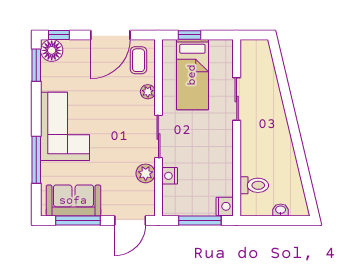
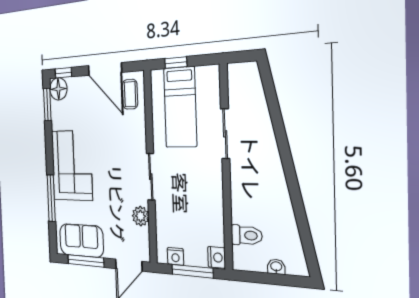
door: (110, 35) -> (105, 69), hinge flipped
plant: (148, 92) -> (139, 128), removed
nightstand: (170, 176) -> (175, 256), moved, turned -90

